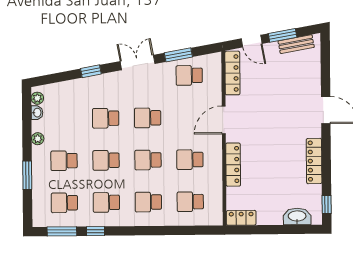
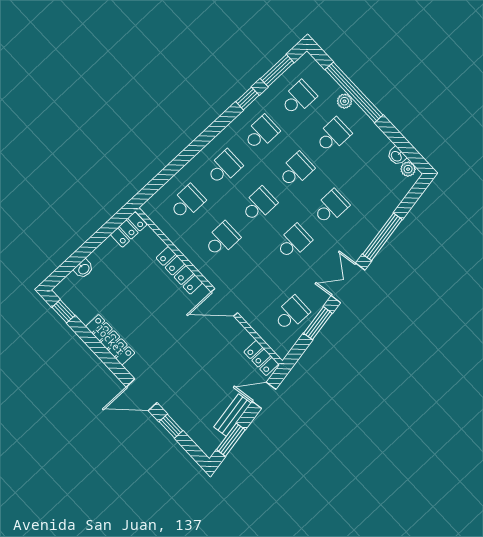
window: (283, 35) -> (231, 440), moved
bench: (296, 44) -> (232, 415), moved
double door: (138, 63) -> (348, 283), swing flipped
window: (91, 71) -> (382, 237), width x2.17
locker: (232, 73) -> (261, 358), width x0.66
window: (325, 75) -> (171, 426), added
door: (224, 120) -> (224, 302), swing flipped
plant: (38, 139) -> (345, 101), moved
window: (27, 175) -> (354, 92), width x2.11
washbasin: (297, 216) -> (84, 269), width x0.52, depth x0.69

